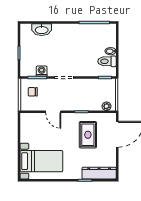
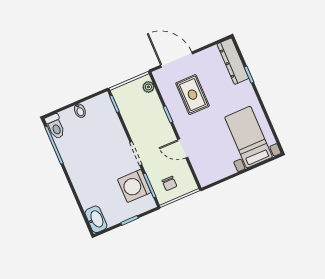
washbasin: (42, 30) -> (96, 219), moved
toilet: (107, 61) -> (55, 126), moved
washing machine: (42, 71) -> (134, 186), width x1.89, depth x1.89
door: (53, 112) -> (183, 148), swing flipped
rug: (88, 135) -> (192, 95), turned 90

